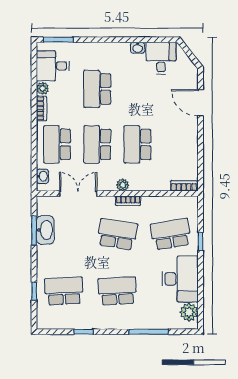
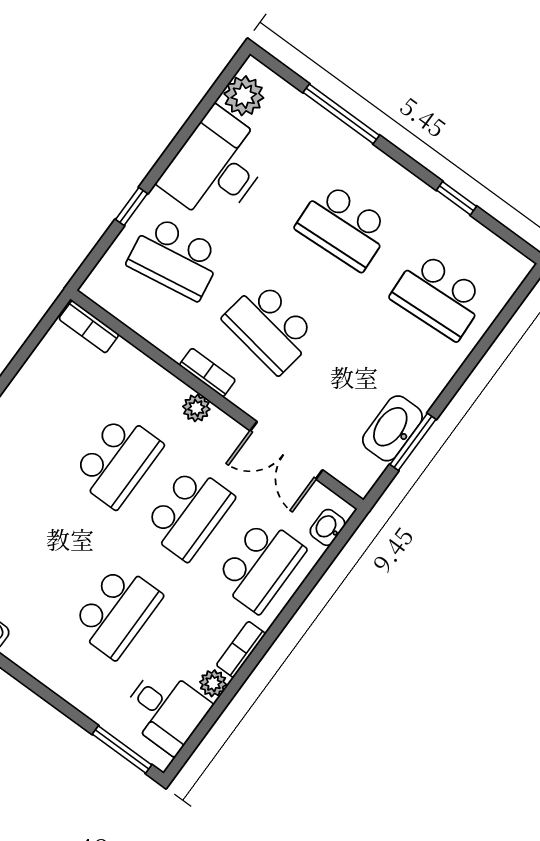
window: (34, 291) -> (492, 334), removed

